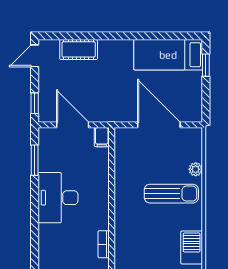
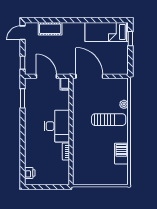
door: (159, 125) -> (89, 76), moved
desk: (58, 198) -> (57, 126), moved, turned 180

